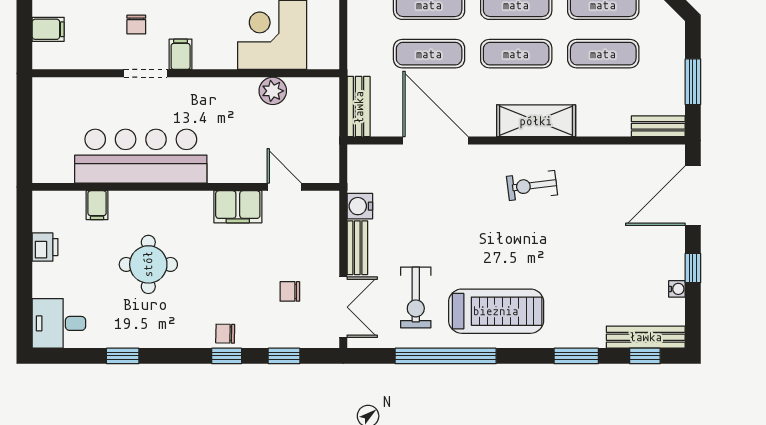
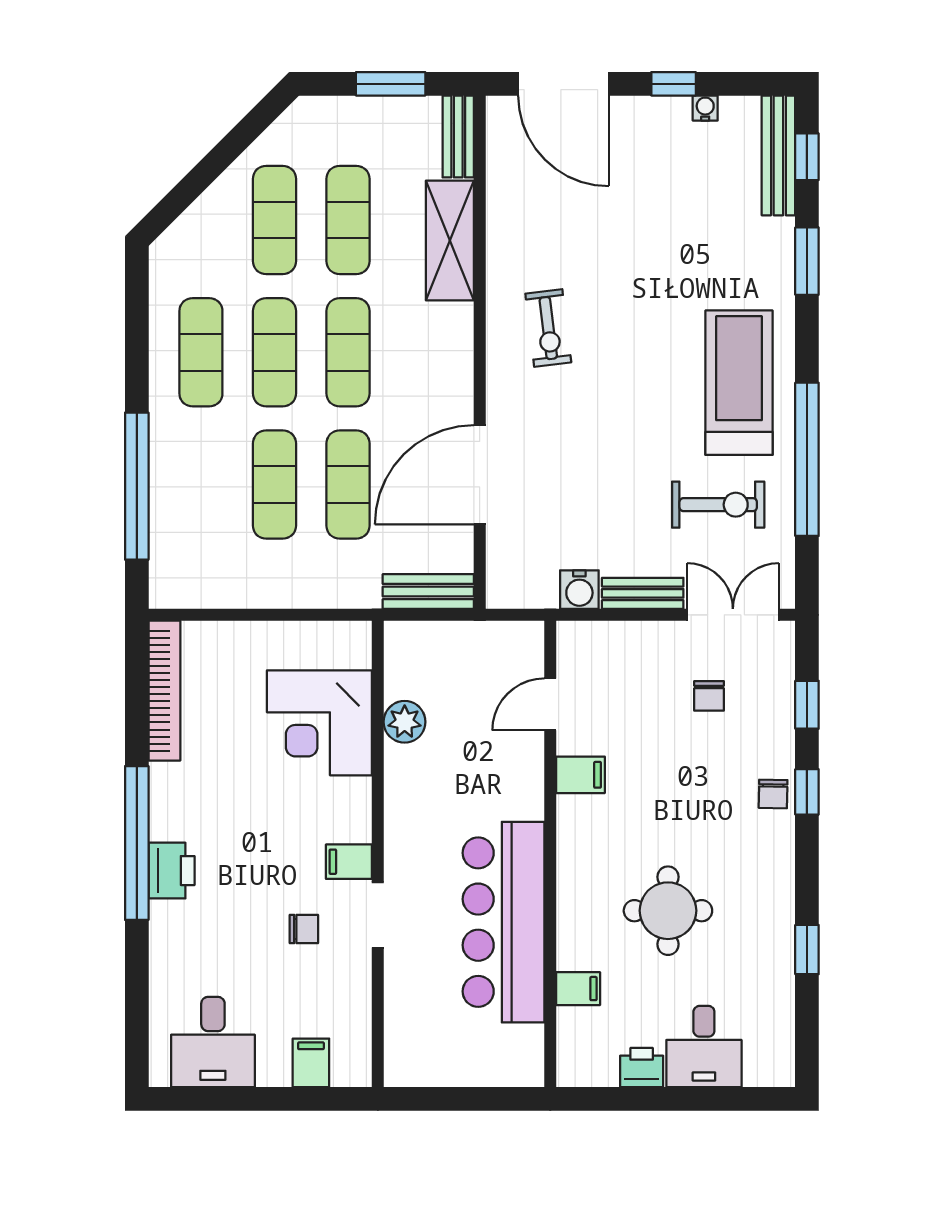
shelving: (536, 121) -> (450, 240), moved
filing cabinet: (238, 207) -> (581, 775), width x0.50
desk: (59, 323) -> (704, 1046), moved

